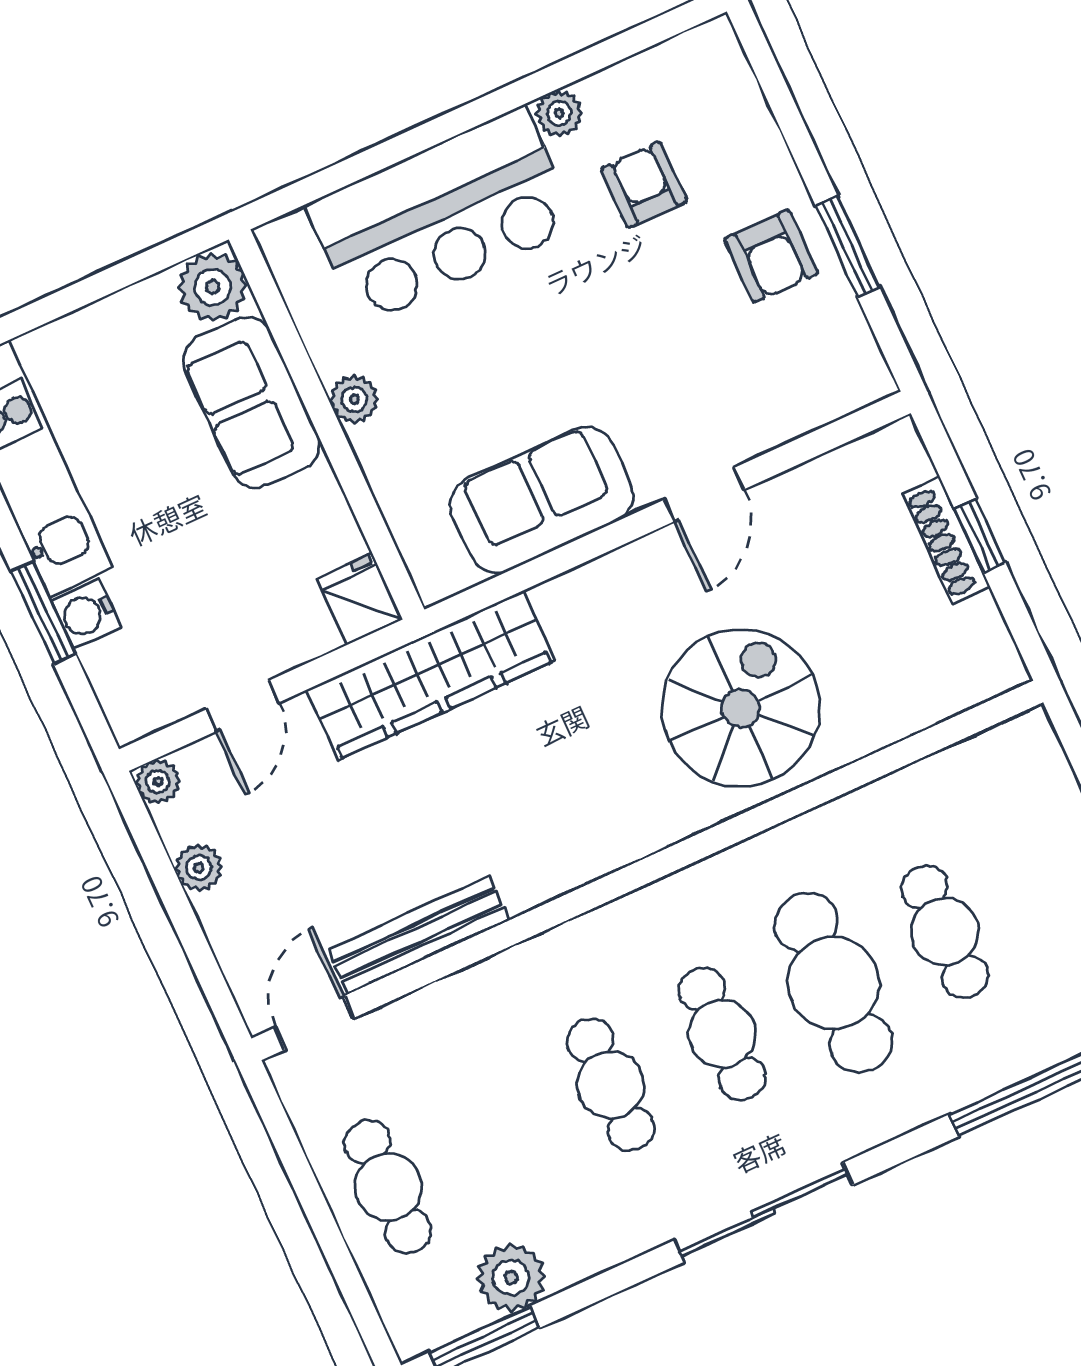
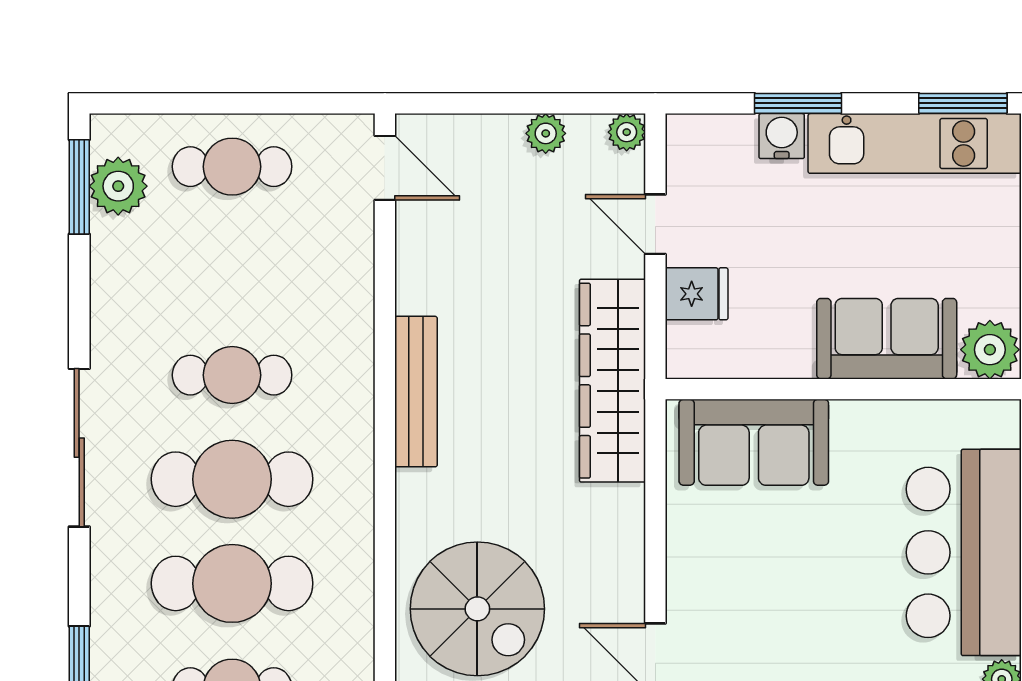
plant: (354, 399) -> (853, 419), removed
sofa: (541, 500) -> (754, 442), moved, turned 90
fridge: (360, 599) -> (697, 294), moved
bench: (418, 935) -> (416, 392), moved
cafe table: (722, 1034) -> (232, 479), width x1.37, depth x1.35
plant: (511, 1278) -> (118, 186), moved

